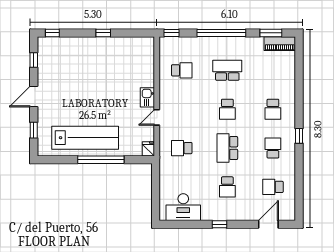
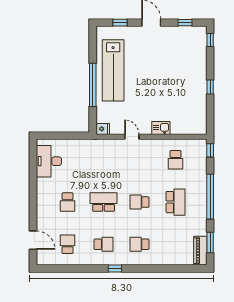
kitchen sink: (147, 97) -> (161, 128), moved
school desk: (182, 148) -> (104, 160), removed
school desk: (227, 187) -> (68, 202), turned -90
window: (220, 224) -> (33, 195), removed

